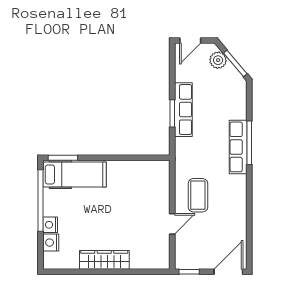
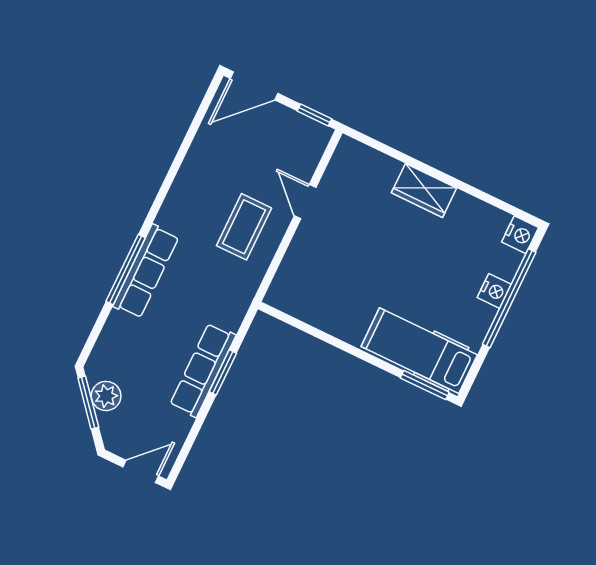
plant: (218, 60) -> (106, 396), moved
window: (41, 200) -> (509, 298), moved
door: (172, 224) -> (305, 202), hinge flipped
nightstand: (51, 243) -> (520, 235), moved
wardrobe: (104, 260) -> (424, 190), width x0.67

